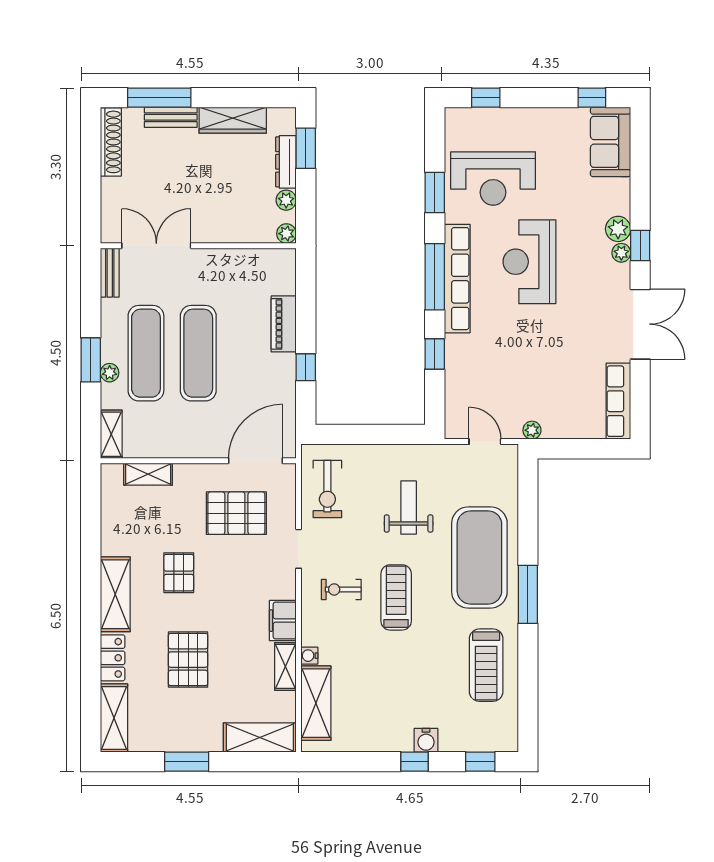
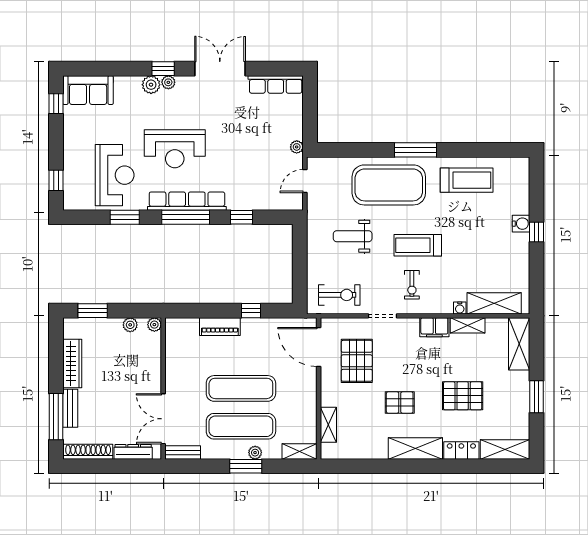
dresser: (286, 162) -> (133, 452), moved, turned 180
window: (480, 762) -> (537, 184), removed

